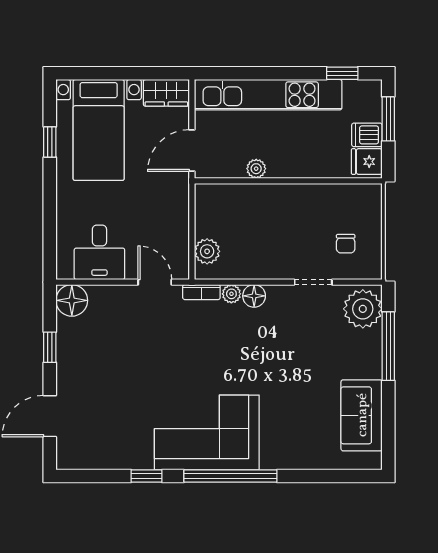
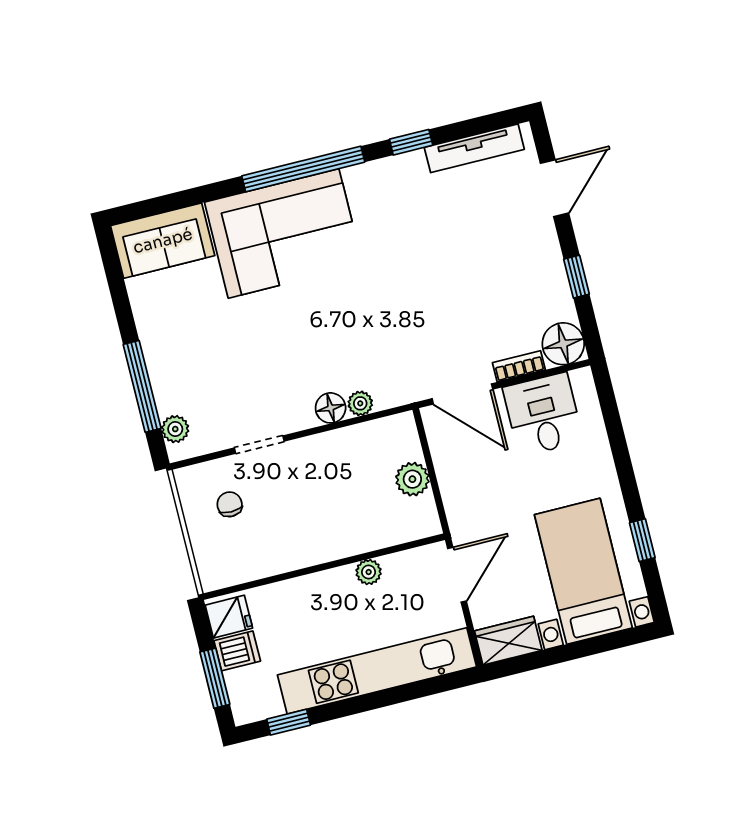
plant: (207, 251) -> (412, 479), moved
door: (155, 282) -> (462, 394), width x1.38
bookcase: (201, 292) -> (519, 366), moved
plant: (363, 309) -> (175, 429), width x0.53, depth x0.53
sofa: (362, 415) -> (163, 241), moved, turned 90
corner sofa: (207, 432) -> (284, 233), moved
tv unit: (101, 460) -> (474, 148), added

